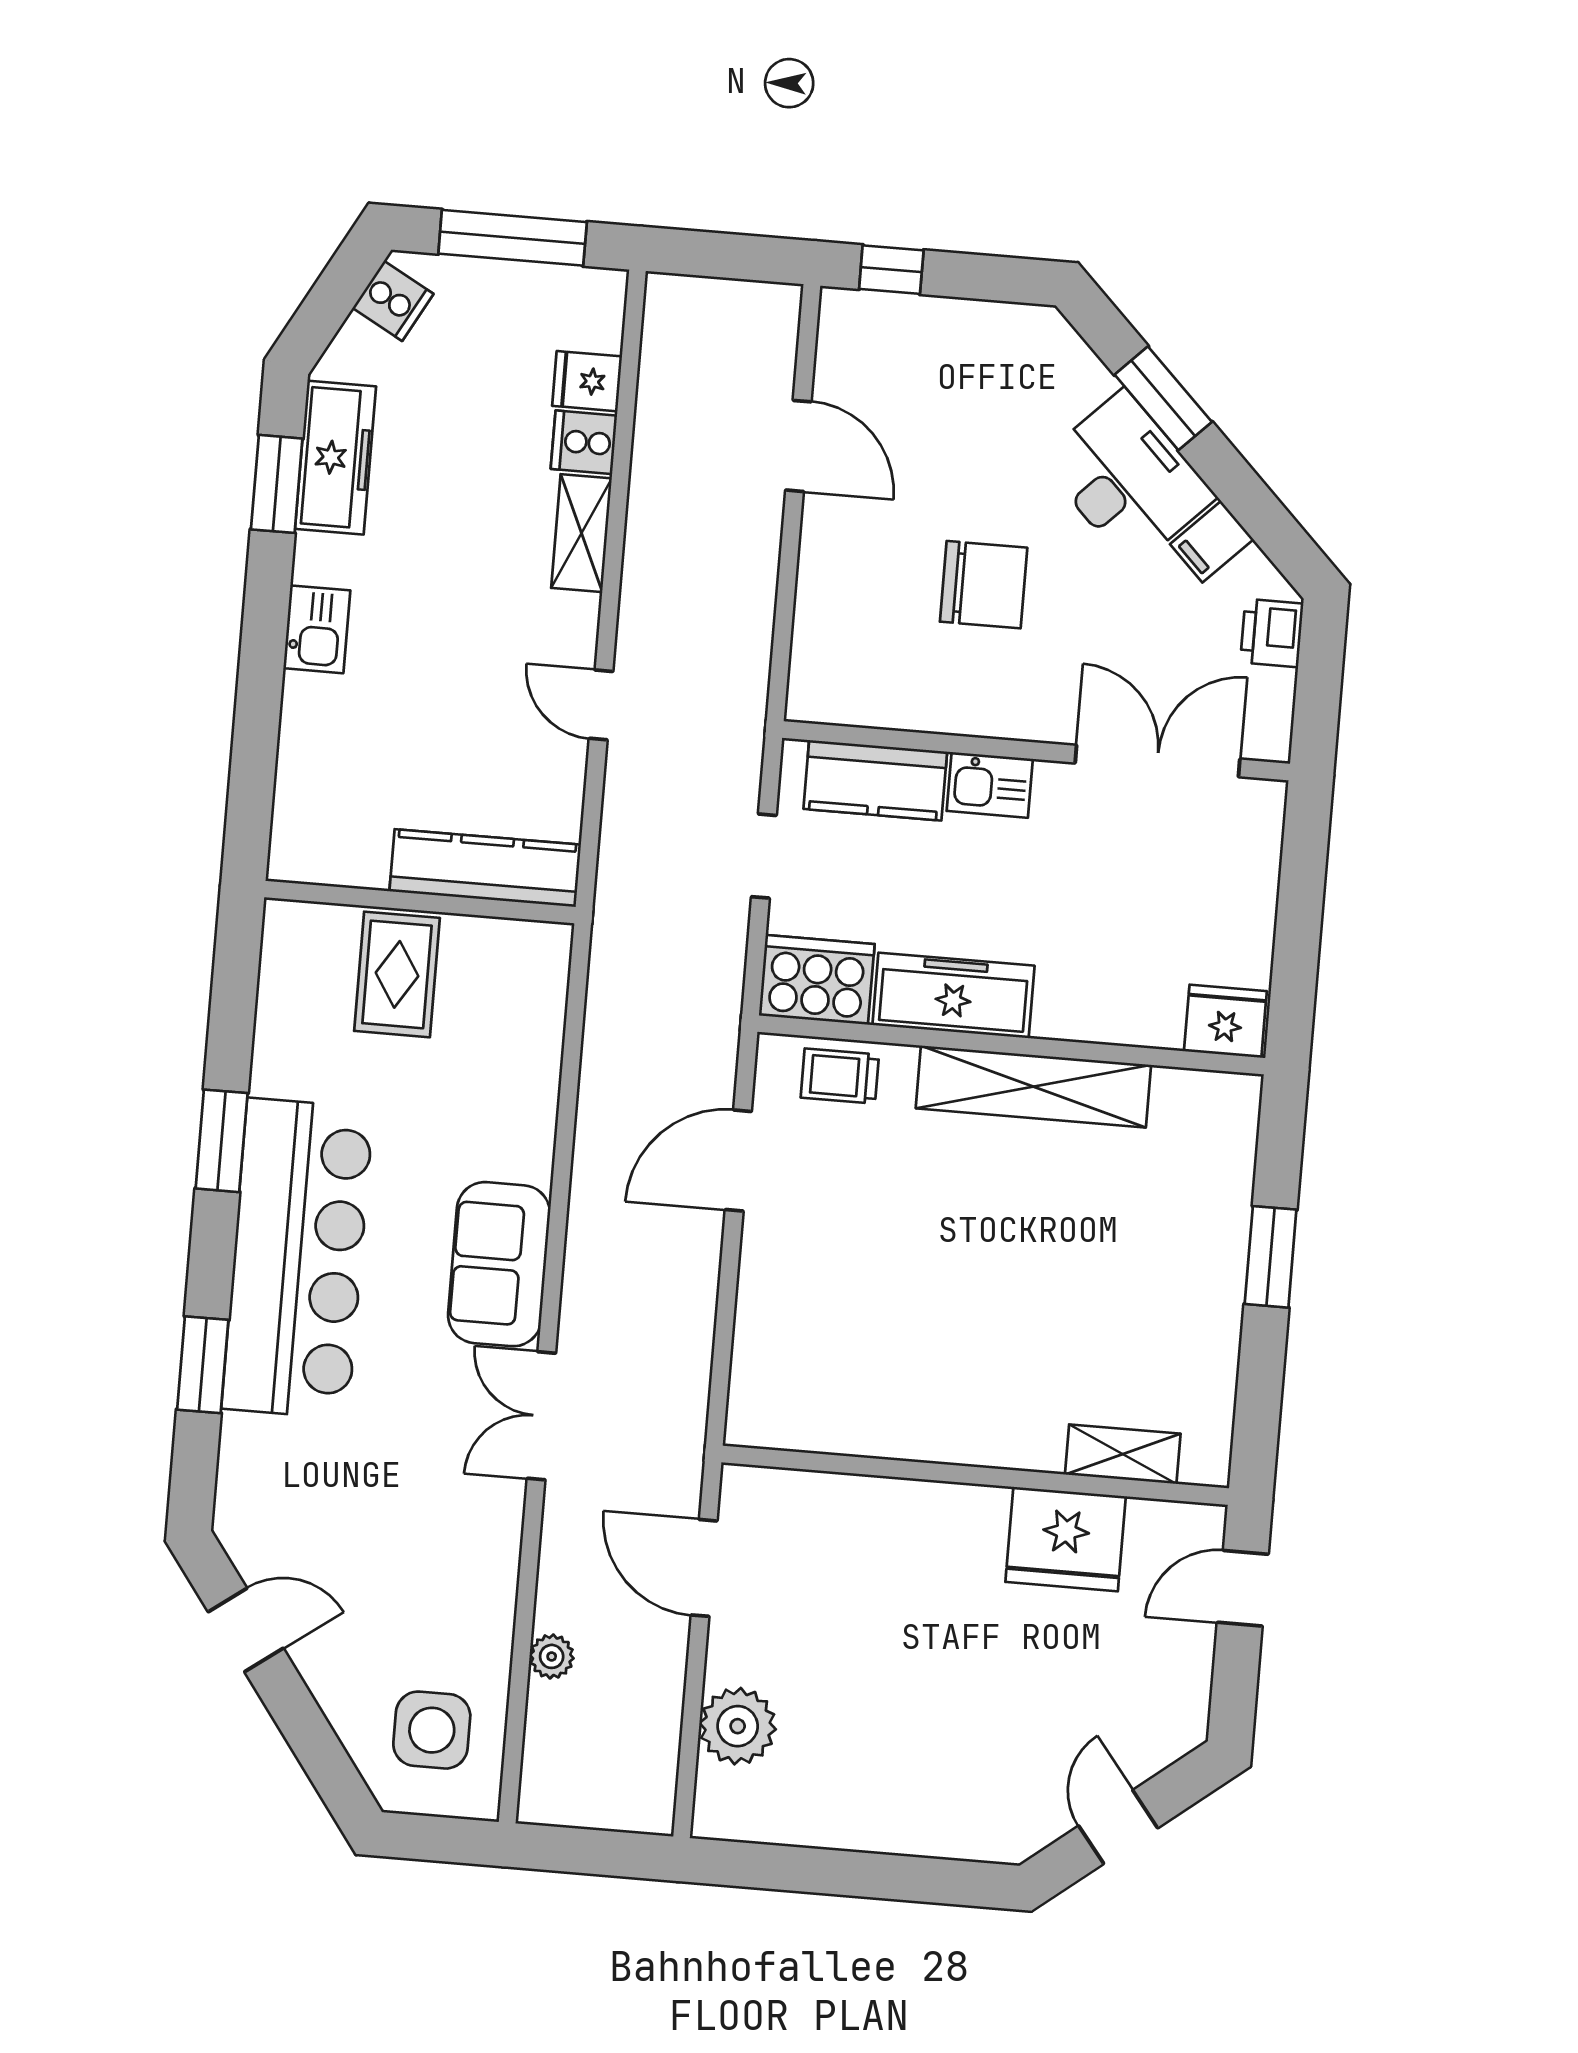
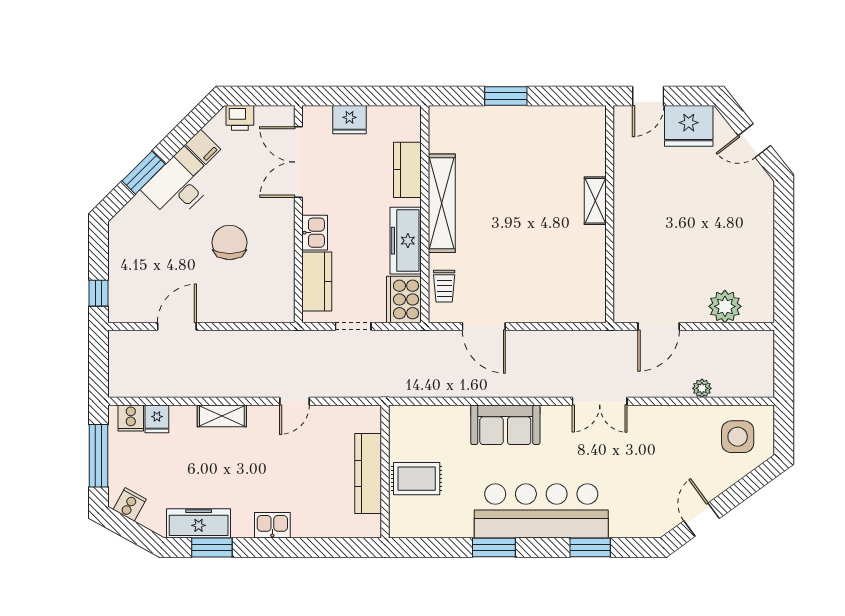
cooker: (584, 442) -> (131, 418), moved
kitchen counter: (485, 868) -> (368, 473), moved
kitchen counter: (1118, 1013) -> (407, 170), added
fridge: (1225, 1021) -> (349, 120), moved, turned -90
sofa: (499, 1264) -> (505, 425), moved
shelving: (1123, 1454) -> (595, 201), moved
fridge: (1066, 1539) -> (689, 126), moved, turned 90
door: (1243, 1588) -> (648, 96), hinge flipped

